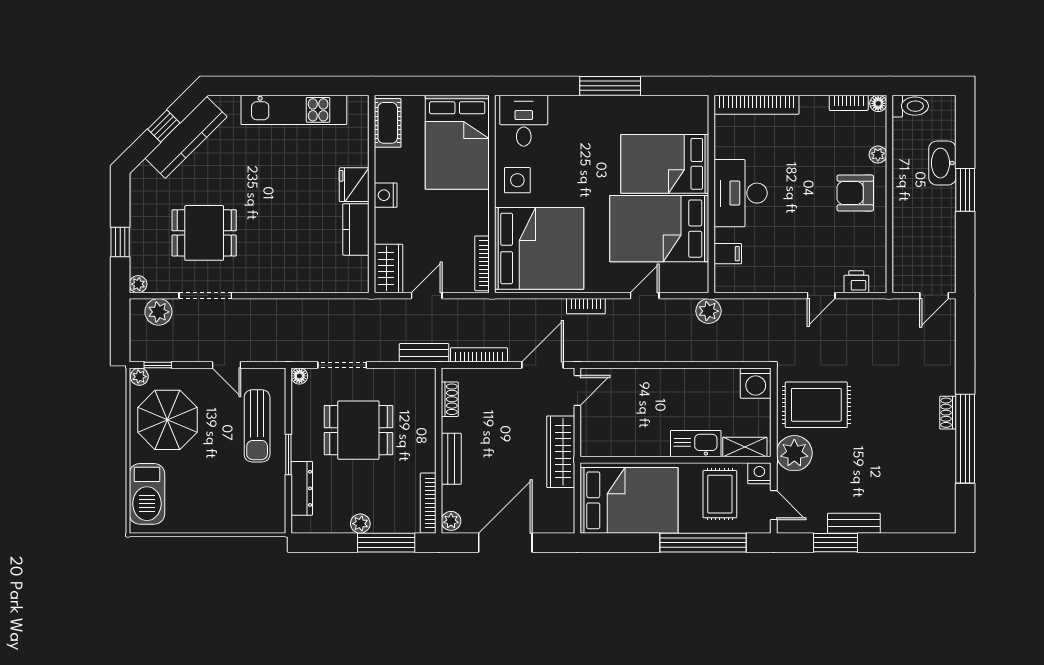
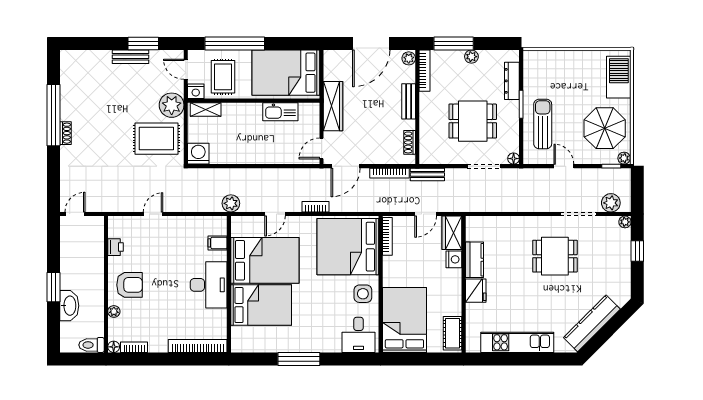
window: (164, 126) -> (607, 331), removed
nightstand: (386, 195) -> (454, 259), moved
dining table: (204, 233) -> (555, 256), moved
printer: (856, 282) -> (116, 247), moved, turned -90
kitchen sink: (696, 444) -> (280, 112), moved

